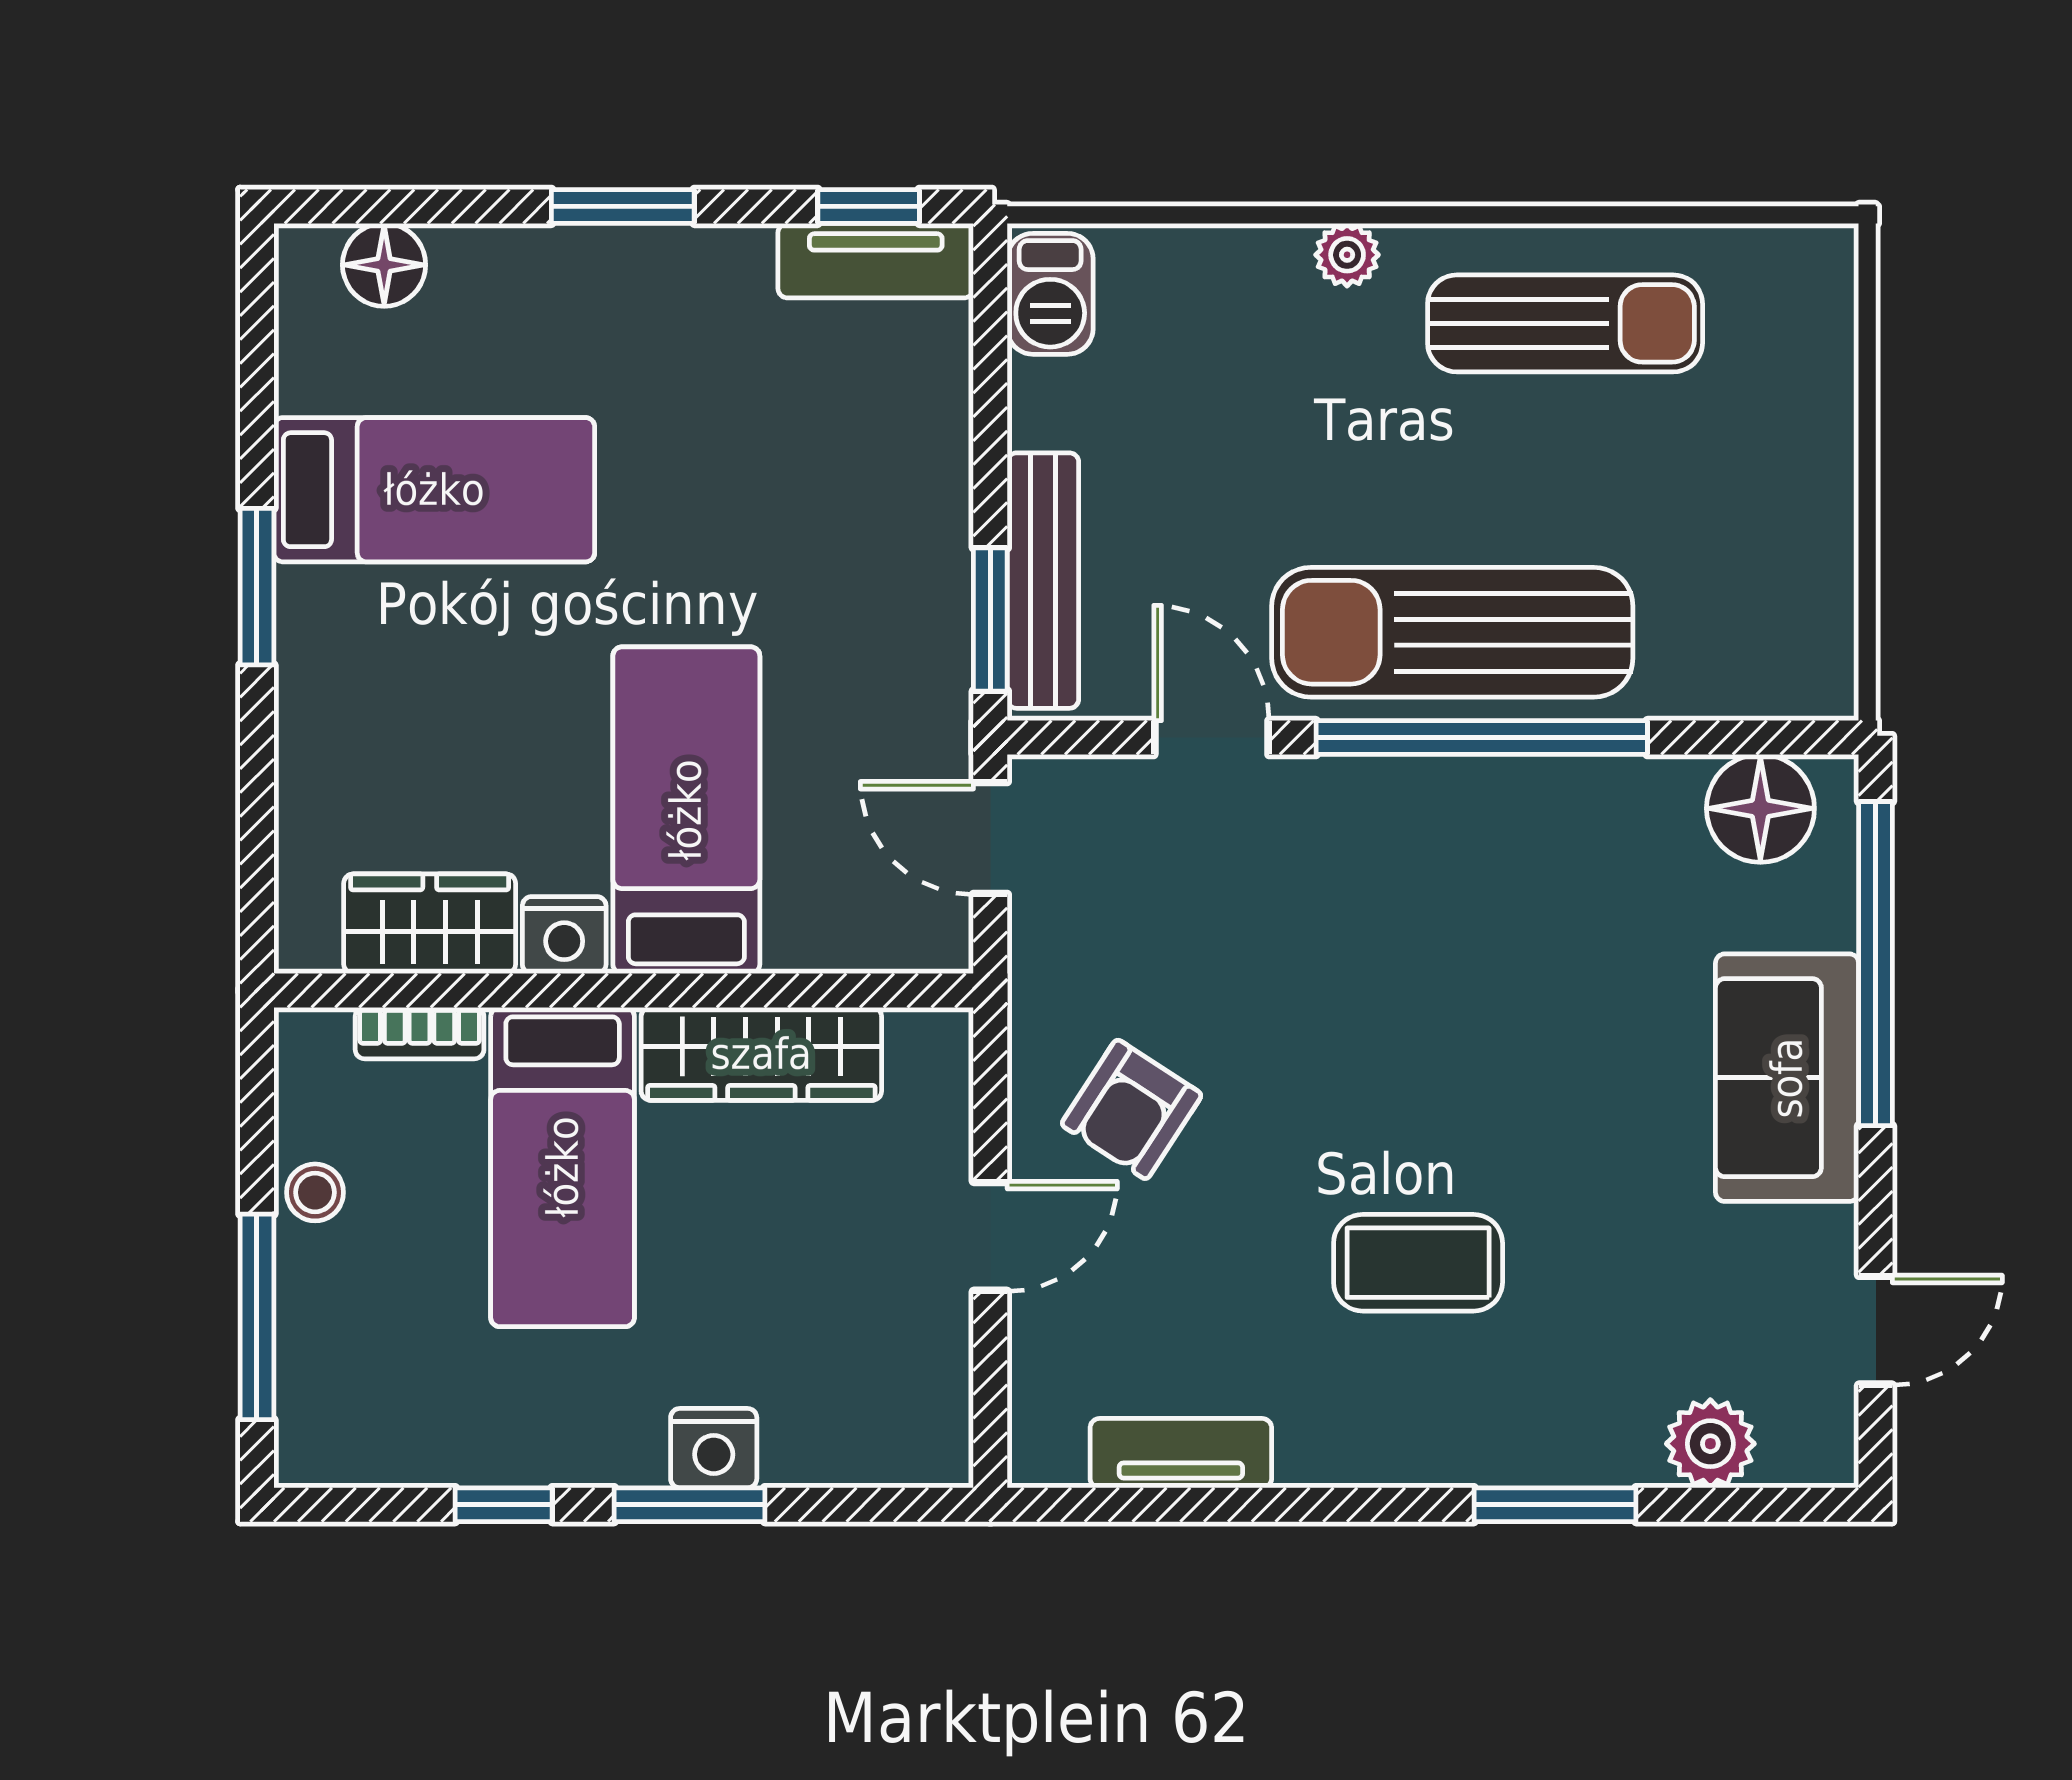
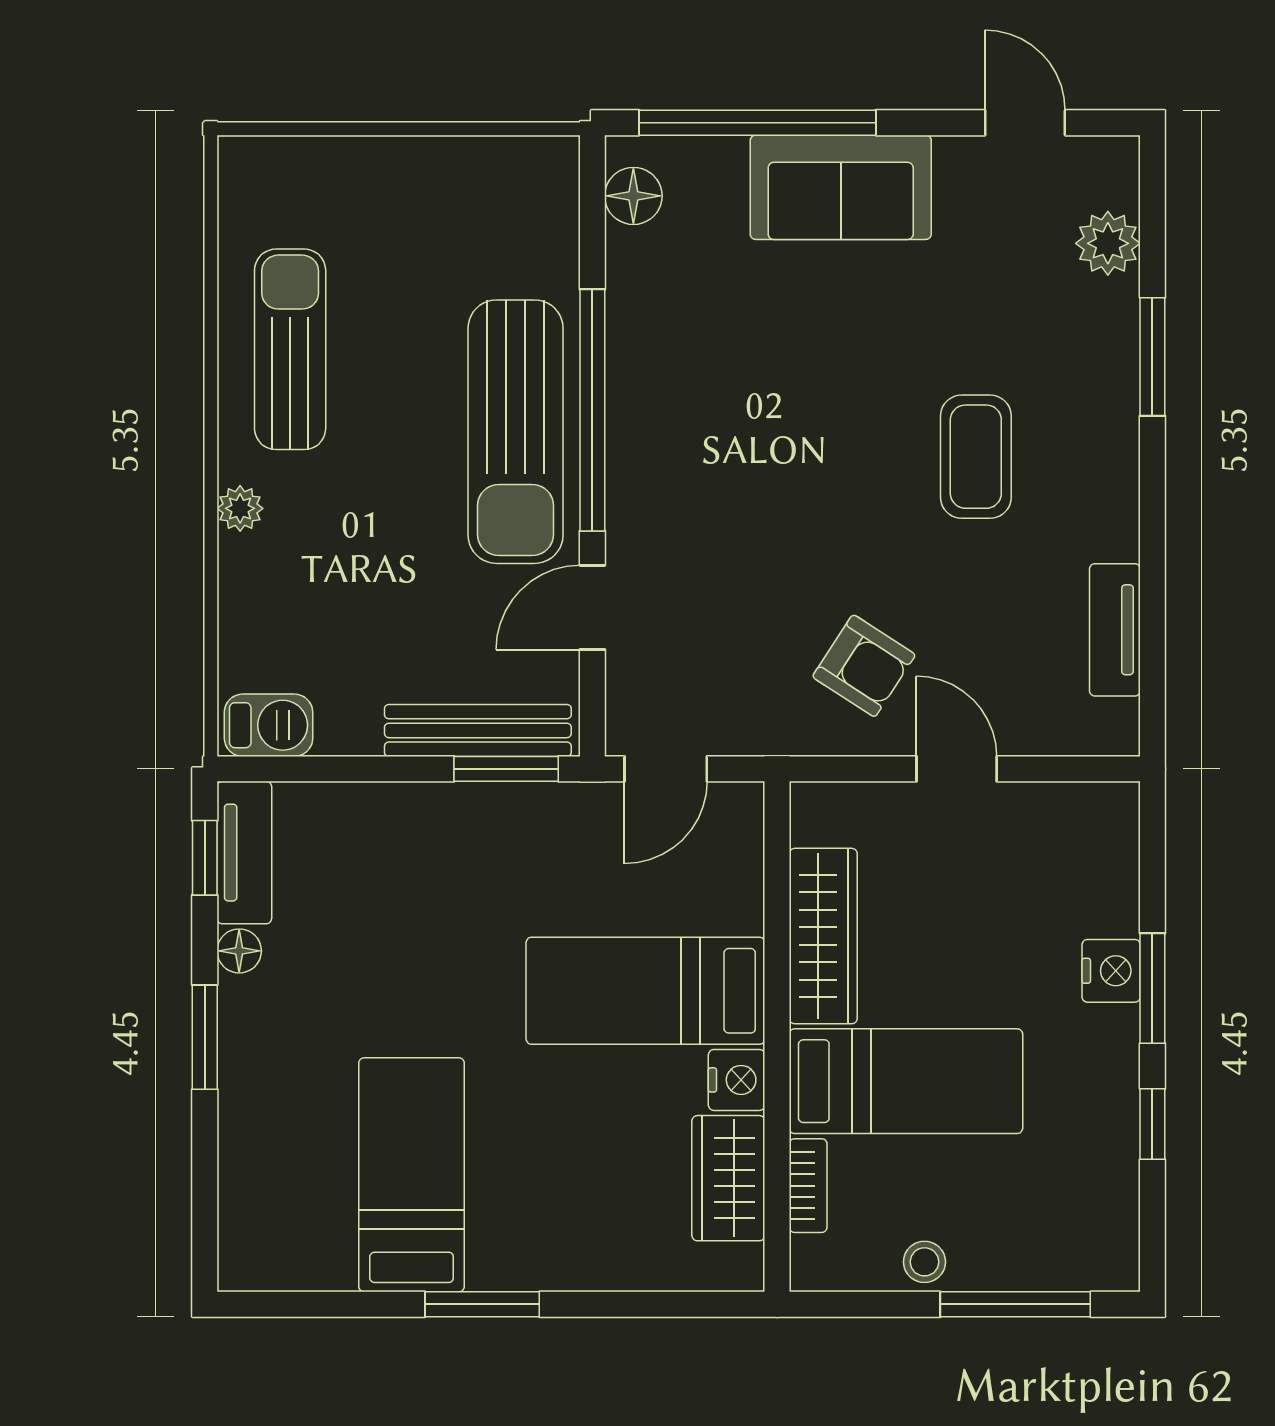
floor lamp: (384, 265) -> (239, 951), moved, width x0.73, depth x0.73
floor lamp: (1760, 808) -> (633, 196), width x0.73, depth x0.73

